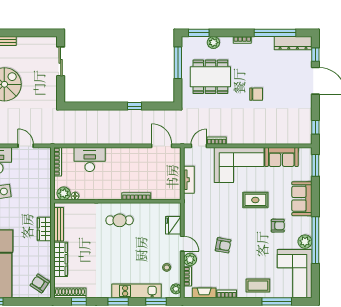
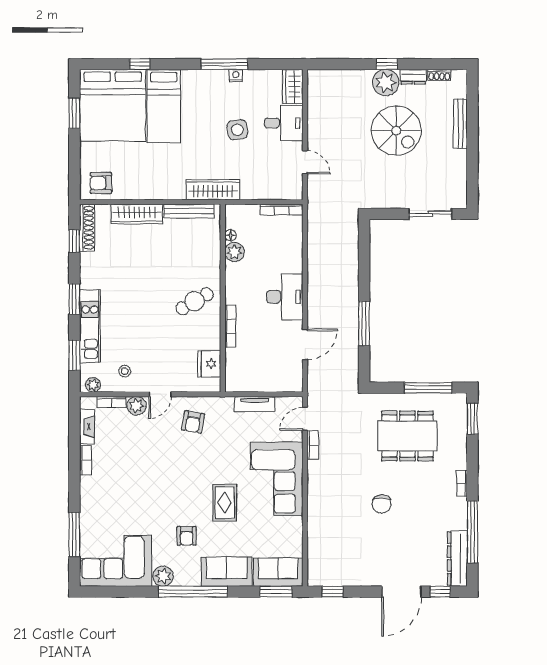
plant: (213, 43) -> (458, 441), removed
dining table: (210, 77) -> (407, 436), turned 90
window: (135, 106) -> (364, 324), width x2.17
door: (26, 146) -> (305, 162), hinge flipped
door: (162, 146) -> (305, 344), moved
door: (199, 146) -> (305, 419), swing flipped
sofa: (282, 157) -> (278, 572), moved, turned 90
desk: (90, 160) -> (285, 297), moved
plant: (64, 193) -> (234, 252), moved
cafe table: (120, 220) -> (195, 301), turned 60
fridge: (173, 225) -> (209, 364), moved, turned -90
wardrobe: (44, 229) -> (213, 190), moved, width x1.50
window: (315, 240) -> (193, 592), moved
armchair: (223, 245) -> (193, 422), moved
armchair: (40, 283) -> (101, 183), turned -124
coffee table: (258, 286) -> (98, 506), removed

